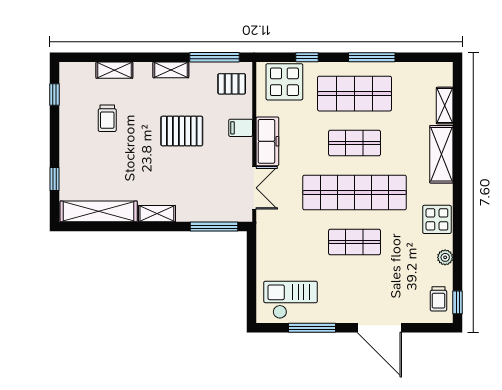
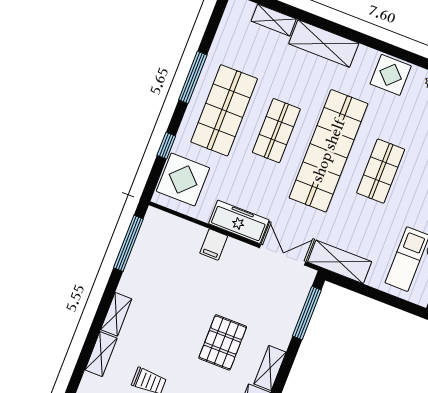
shelving: (171, 70) -> (116, 314), moved
pallet: (232, 84) -> (164, 236), removed
pallet: (182, 131) -> (223, 342), moved
shelving: (267, 237) -> (340, 262), added

